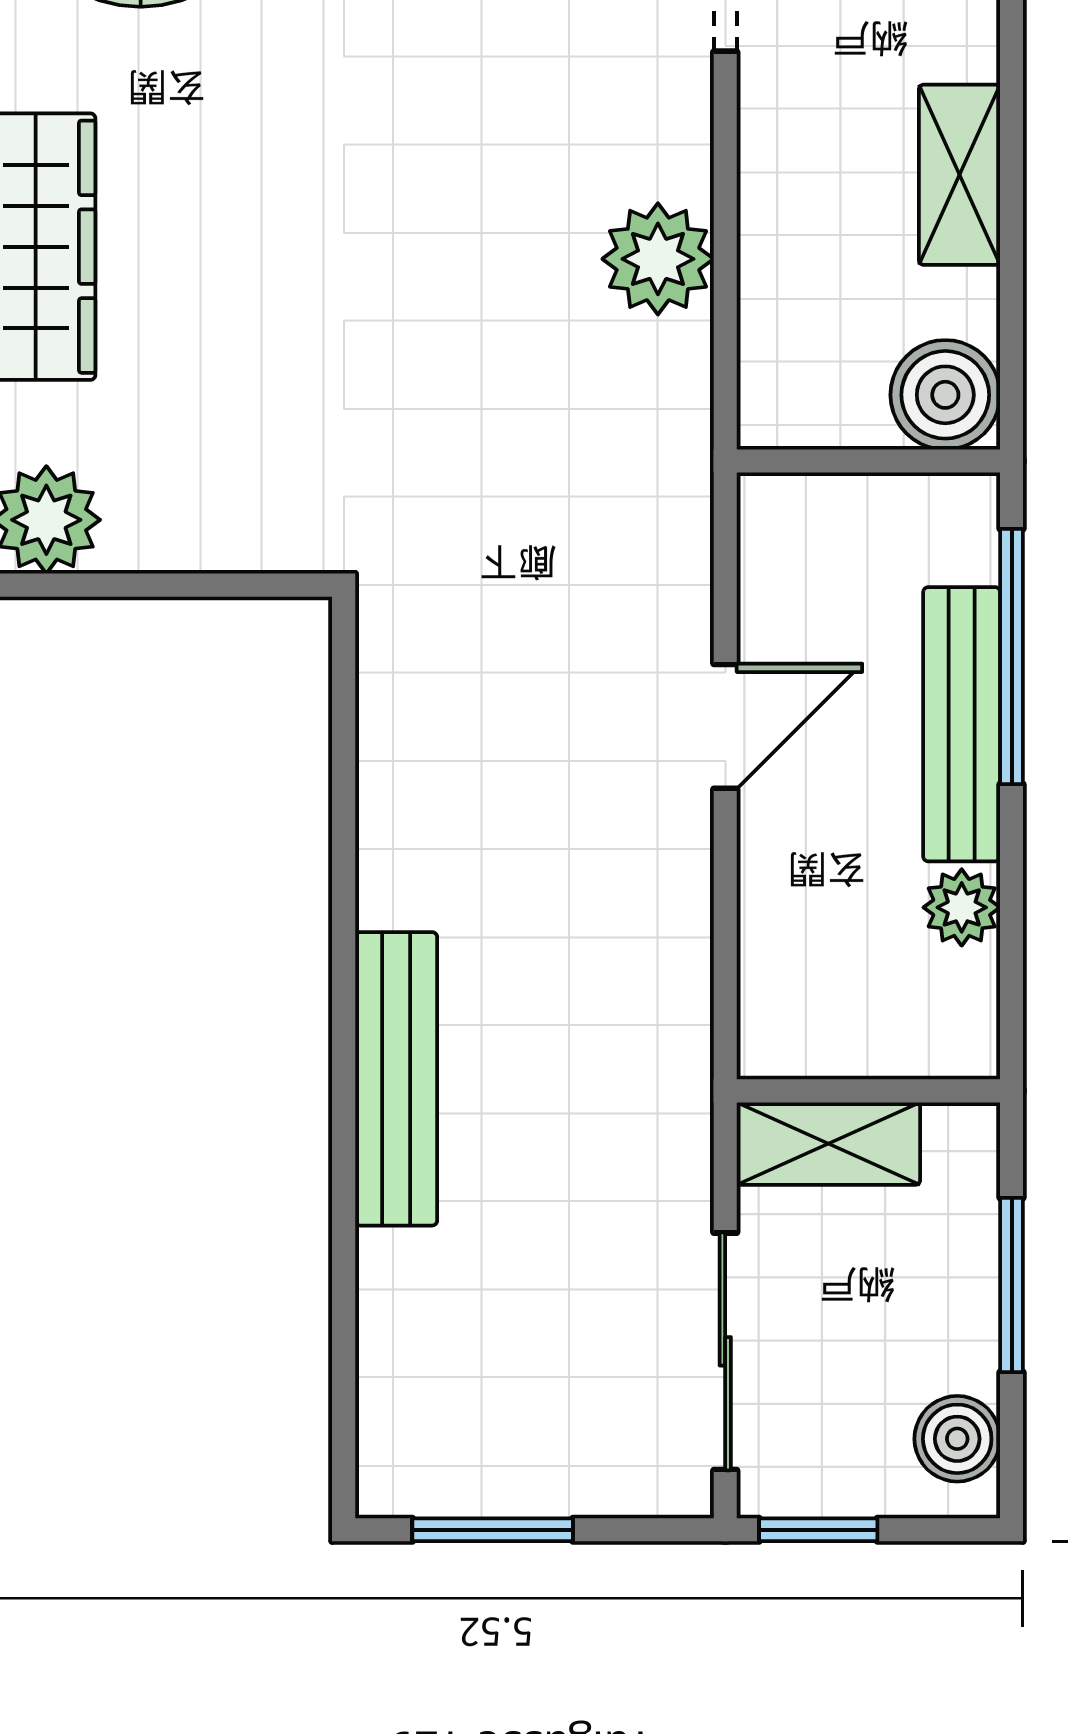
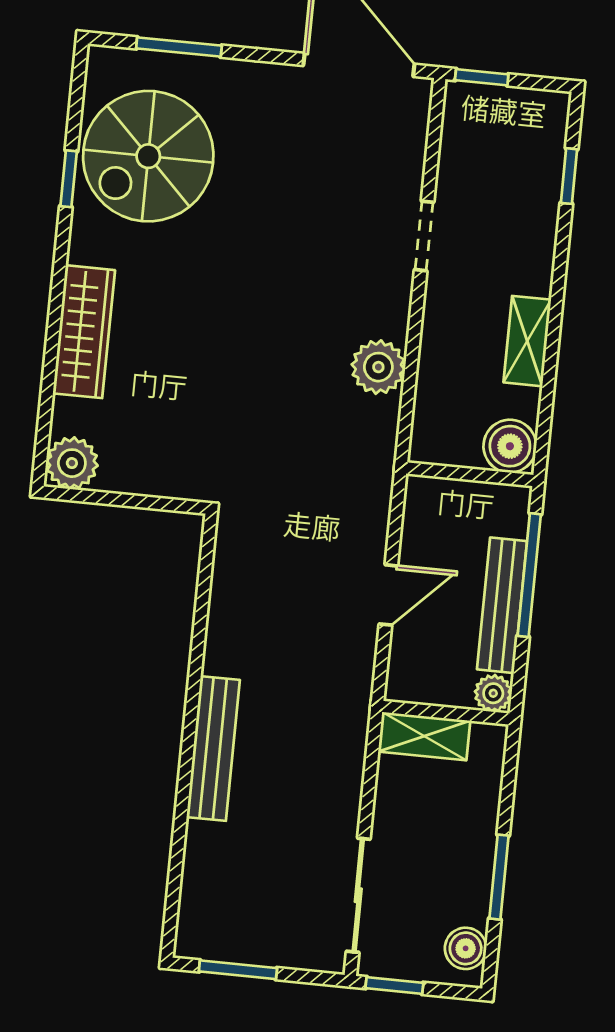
wall: (868, 1091) -> (446, 713), moved
shelving: (828, 1144) -> (424, 736), moved

